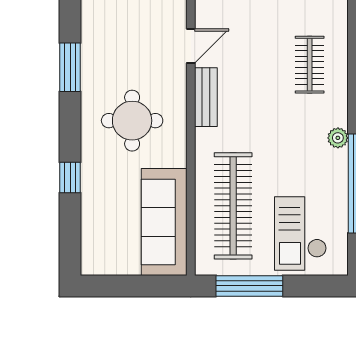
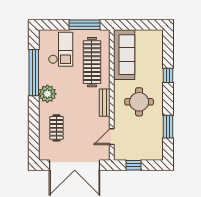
bench: (206, 97) -> (105, 103), moved
plant: (338, 138) -> (47, 94), width x1.87, depth x1.87

